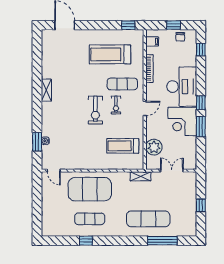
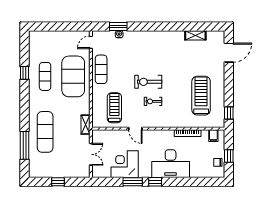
window: (201, 50) -> (206, 182), removed
exercise mat: (122, 84) -> (101, 69), moved
shelving: (46, 90) -> (195, 35), moved
door: (145, 109) -> (135, 129), moved
corner desk: (182, 121) -> (125, 164), moved
plant: (154, 147) -> (113, 137), removed

